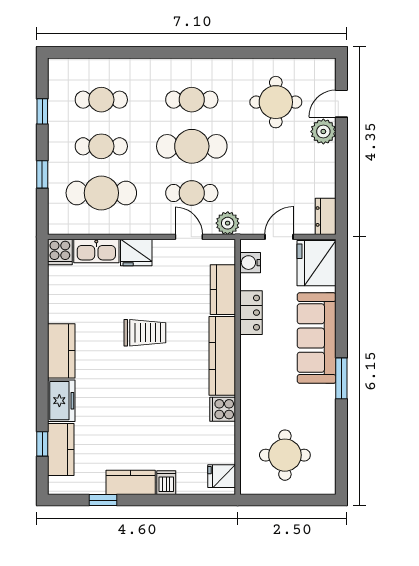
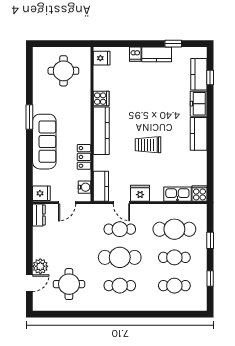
plant: (228, 223) -> (98, 211), removed
fridge: (136, 253) -> (140, 193), moved
fridge: (317, 263) -> (41, 193), width x0.53, depth x0.75
kitchen counter: (223, 290) -> (101, 186), moved

